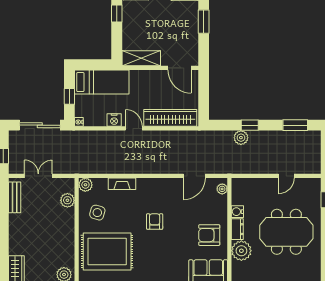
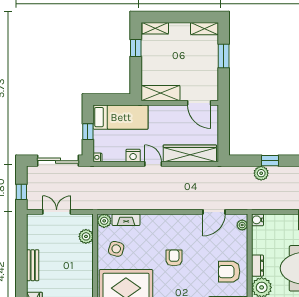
fireplace: (122, 184) -> (126, 220), moved
bench: (15, 197) -> (33, 265), moved
water cooler: (237, 212) -> (258, 220), moved

